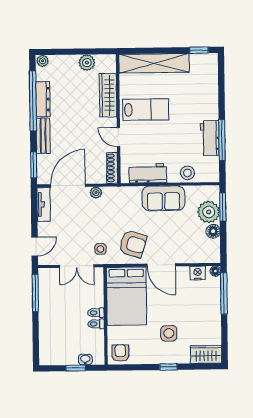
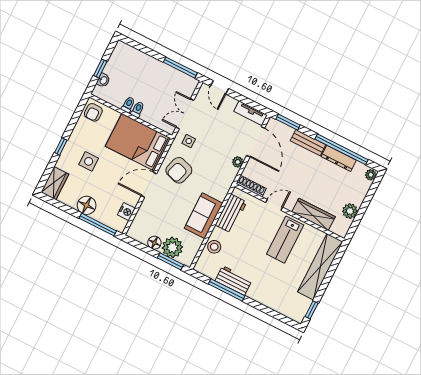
floor lamp: (215, 271) -> (87, 205), moved, width x1.89, depth x1.89
armchair: (120, 353) -> (93, 112), turned 90

